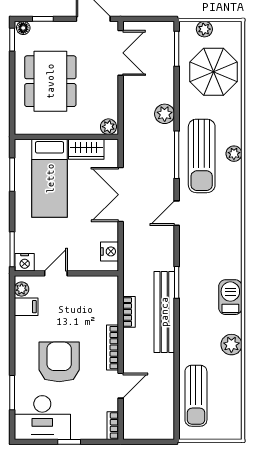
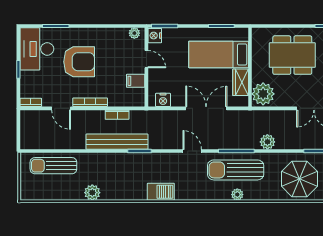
plant: (108, 127) -> (263, 94), width x1.87, depth x1.87
barbecue: (230, 297) -> (161, 192), moved
filing cabinet: (26, 307) -> (136, 81), moved, turned 90

